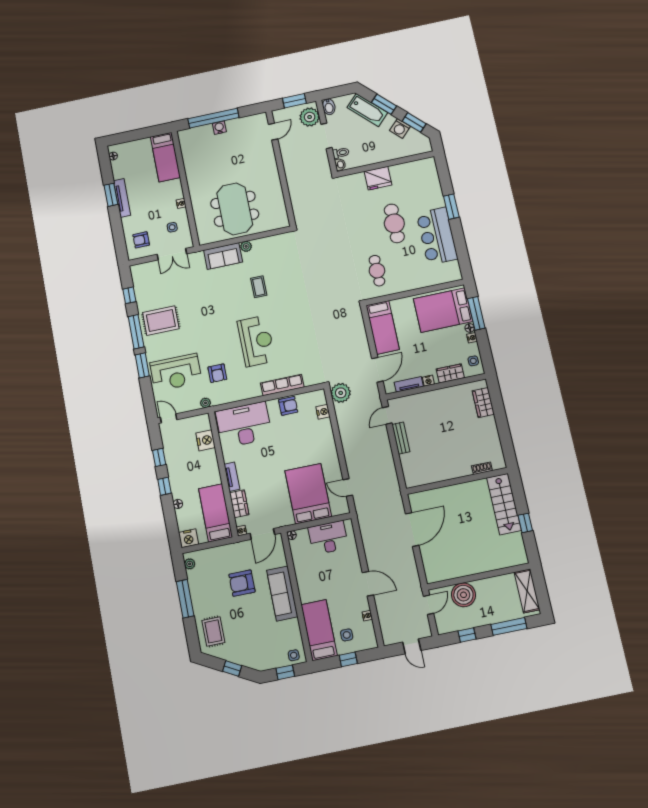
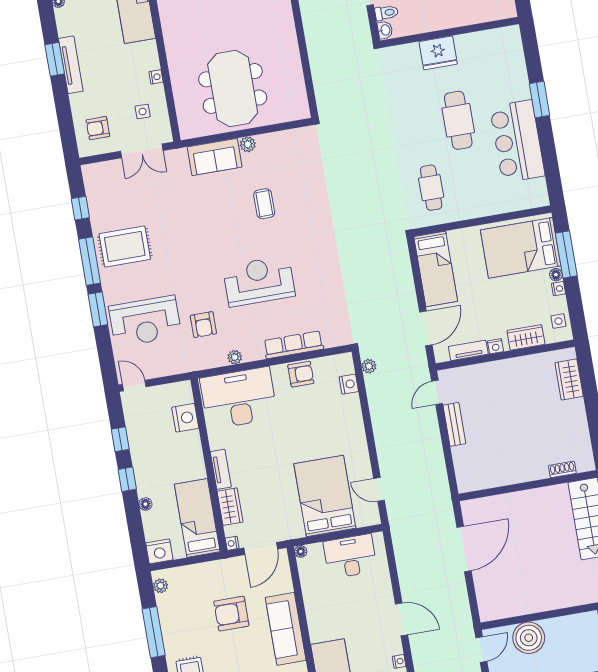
reception desk: (256, 341) -> (259, 281), turned -90
plant: (341, 393) -> (369, 366), width x0.53, depth x0.53
plant: (205, 403) -> (235, 357), moved

